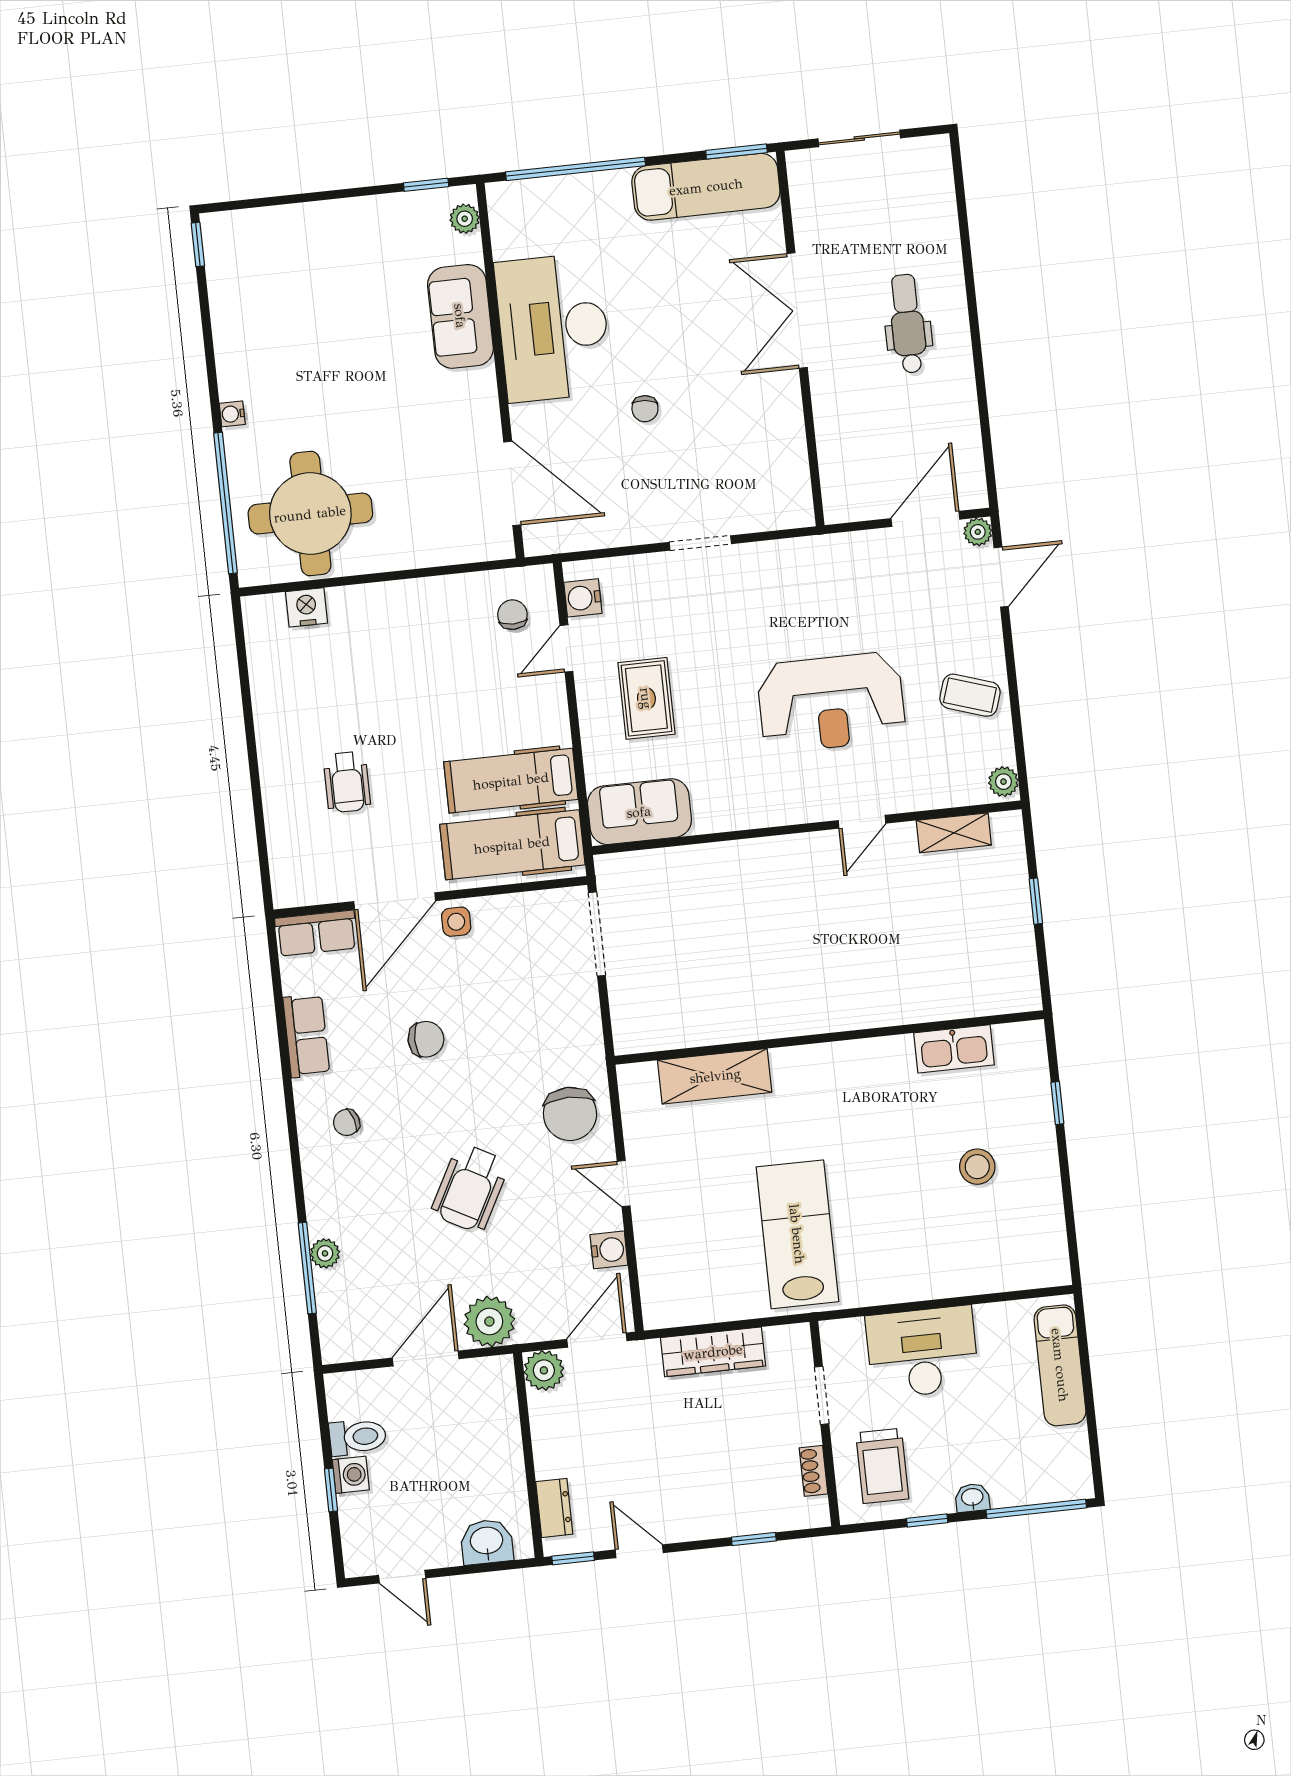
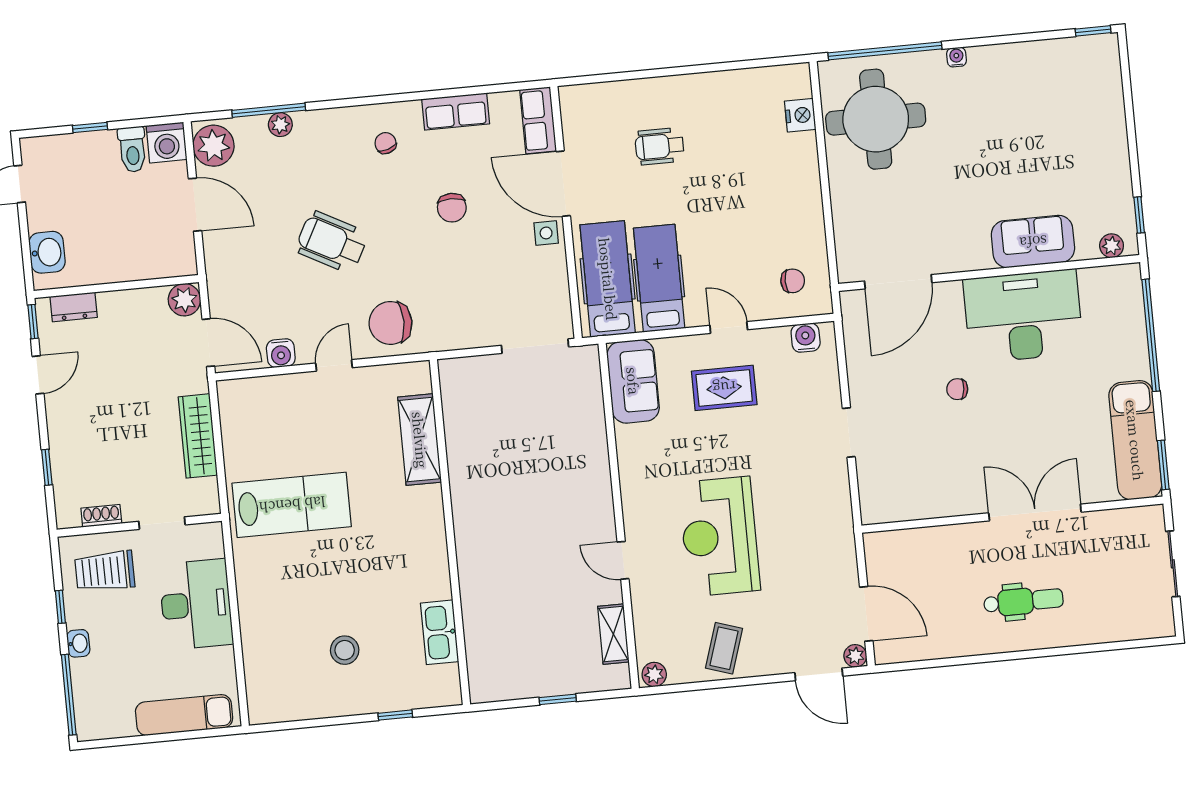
door: (566, 648) -> (729, 327), moved
plant: (489, 1321) -> (214, 146), moved
washing machine: (351, 1475) -> (167, 143), moved, width x1.38, depth x1.38

